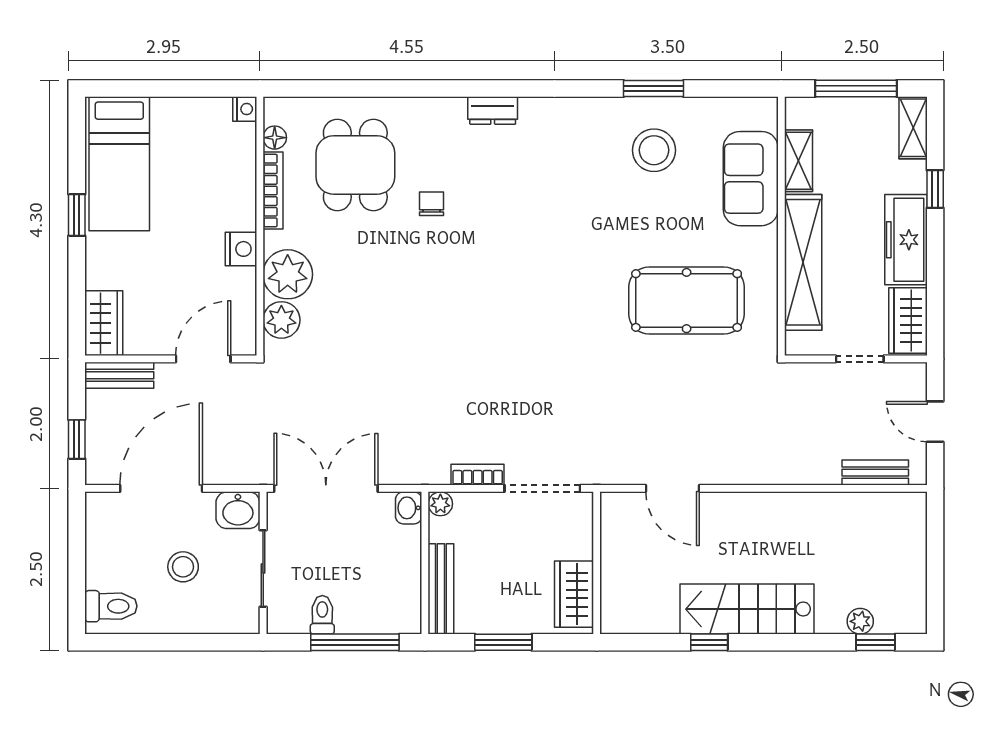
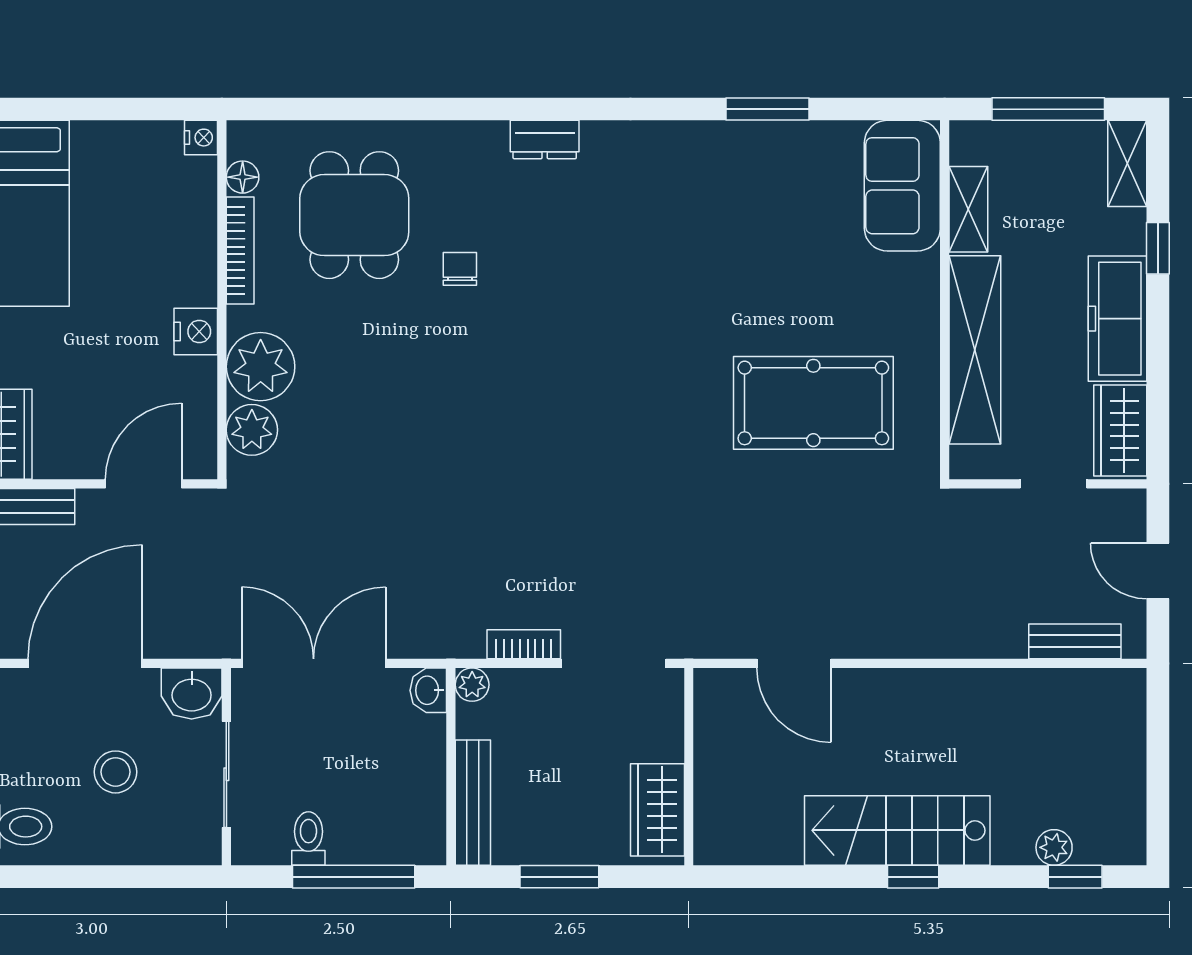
stool: (654, 150) -> (768, 195), removed
sofa: (751, 179) -> (902, 186), moved
window: (709, 642) -> (913, 877), moved

